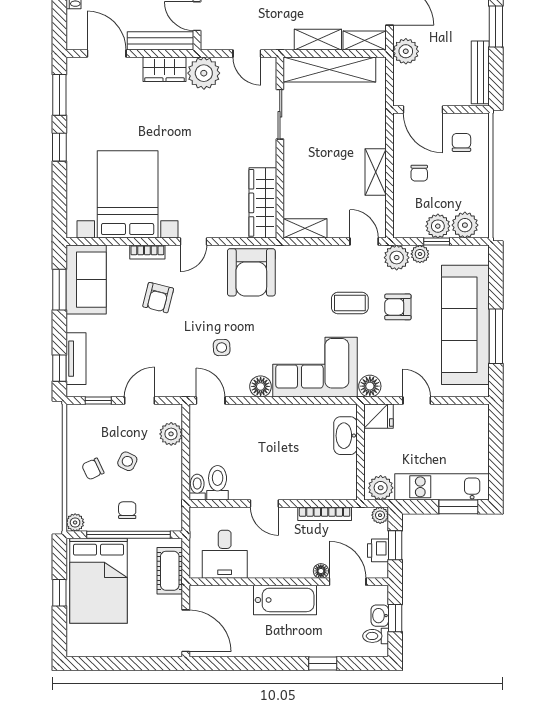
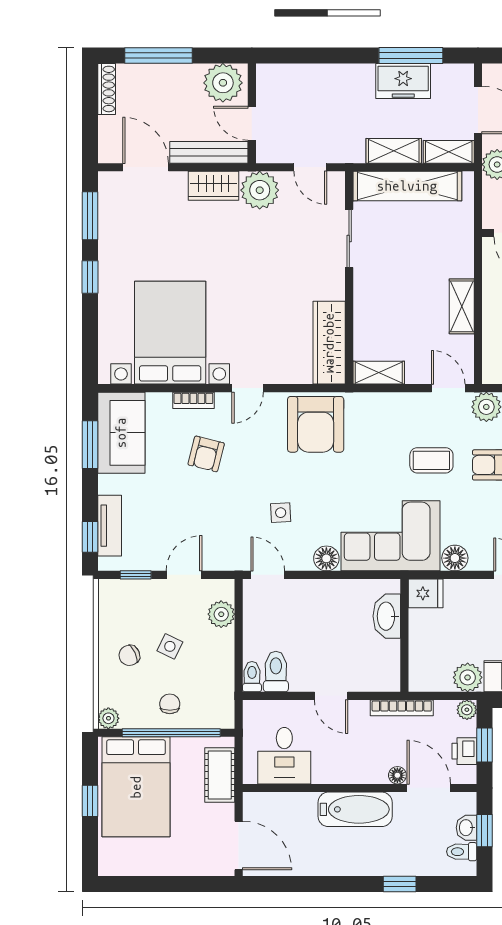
fridge: (378, 416) -> (426, 593), moved
washbasin: (345, 436) -> (387, 616), moved
wall: (360, 452) -> (404, 635), moved

